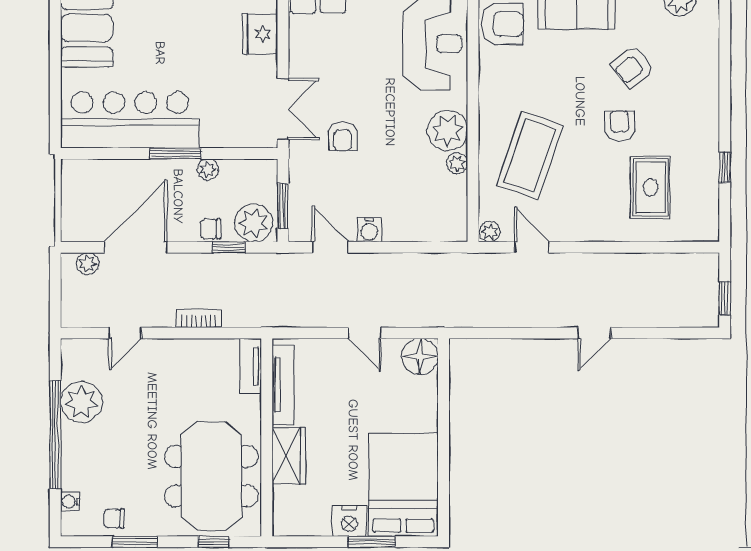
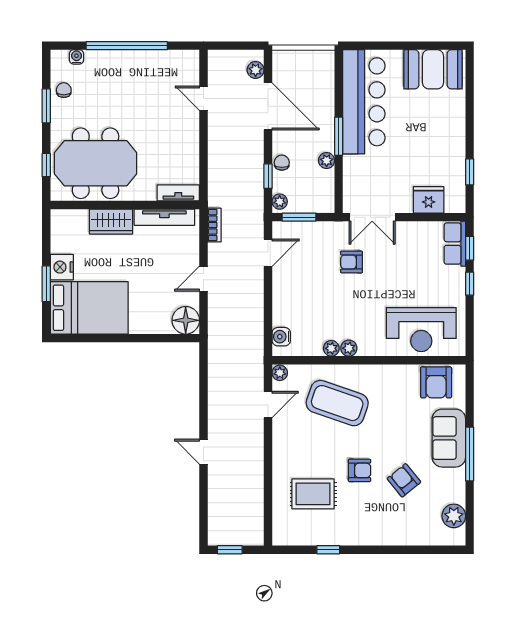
plant: (448, 131) -> (349, 348), width x0.53, depth x0.53
plant: (253, 223) -> (280, 202), width x0.53, depth x0.53
water cooler: (369, 230) -> (281, 337), moved
bookcase: (199, 319) -> (214, 225), moved
plant: (81, 402) -> (152, 65), removed

